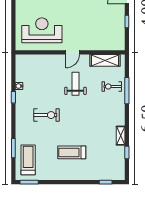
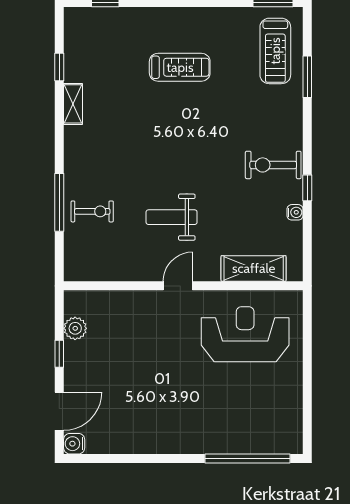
reception desk: (42, 30) -> (245, 334), turned 180
plant: (120, 33) -> (75, 328), added
shelving: (105, 60) -> (254, 268), moved
weight bench: (75, 84) -> (172, 217), turned 90
exercise bike: (47, 115) -> (273, 165), moved

